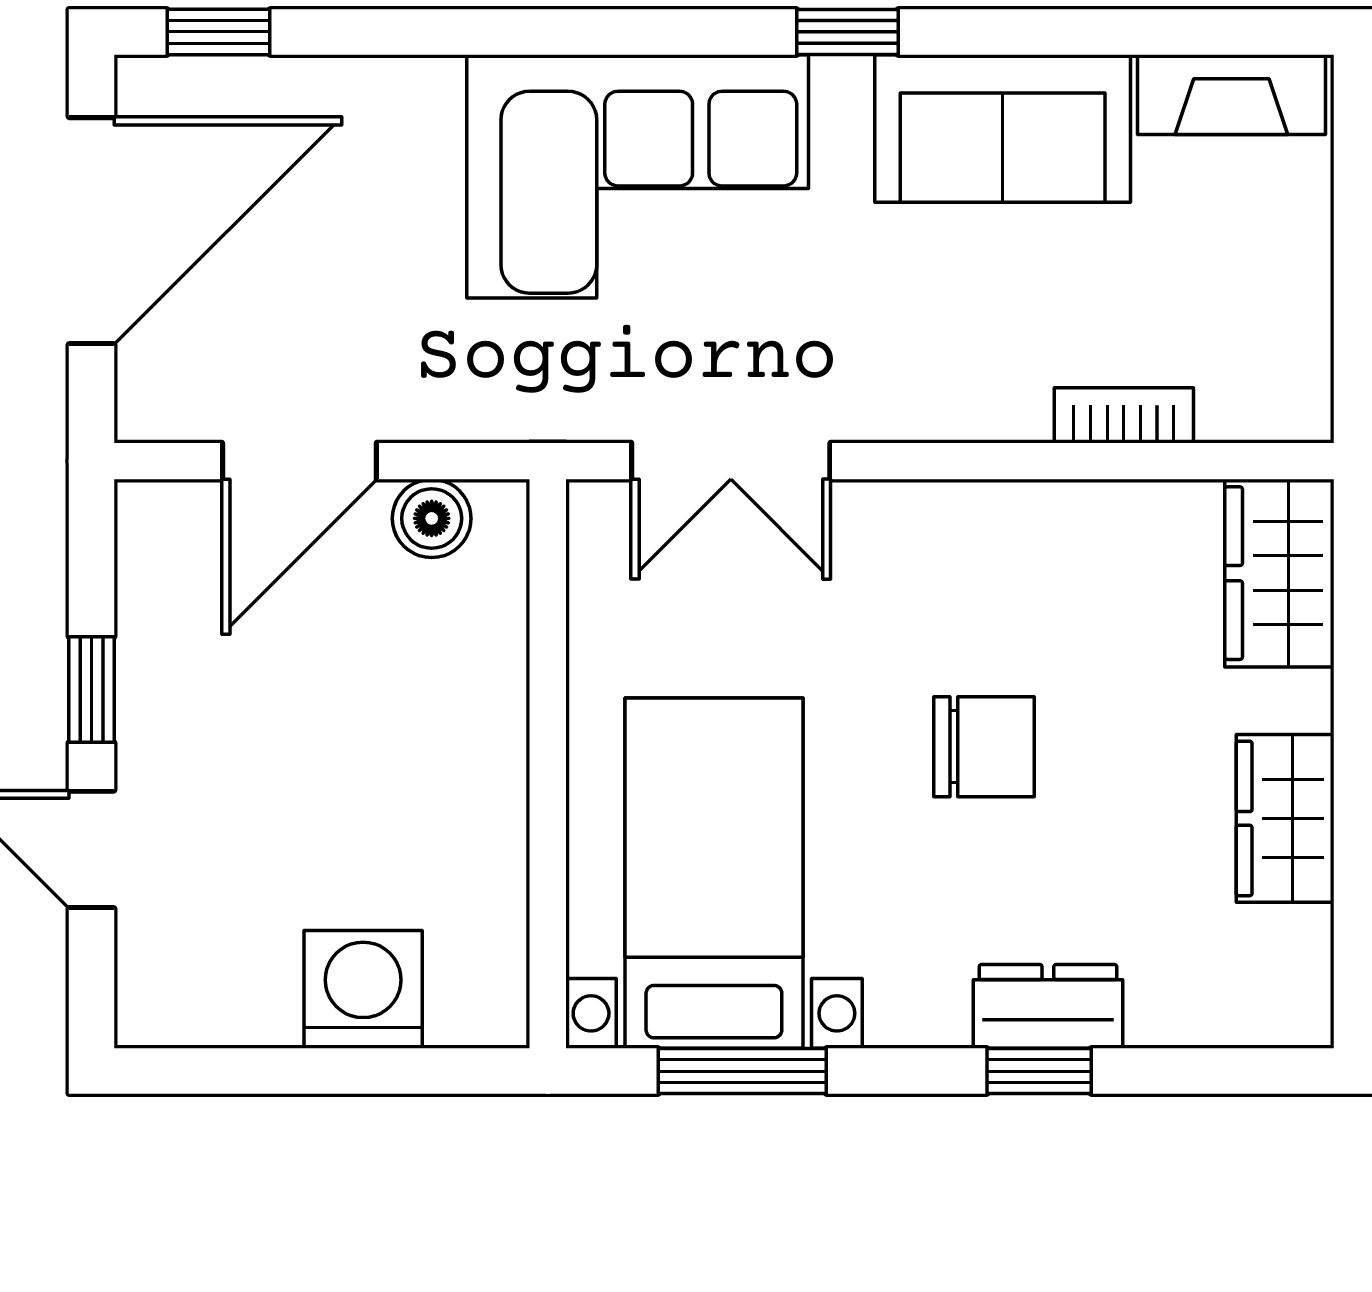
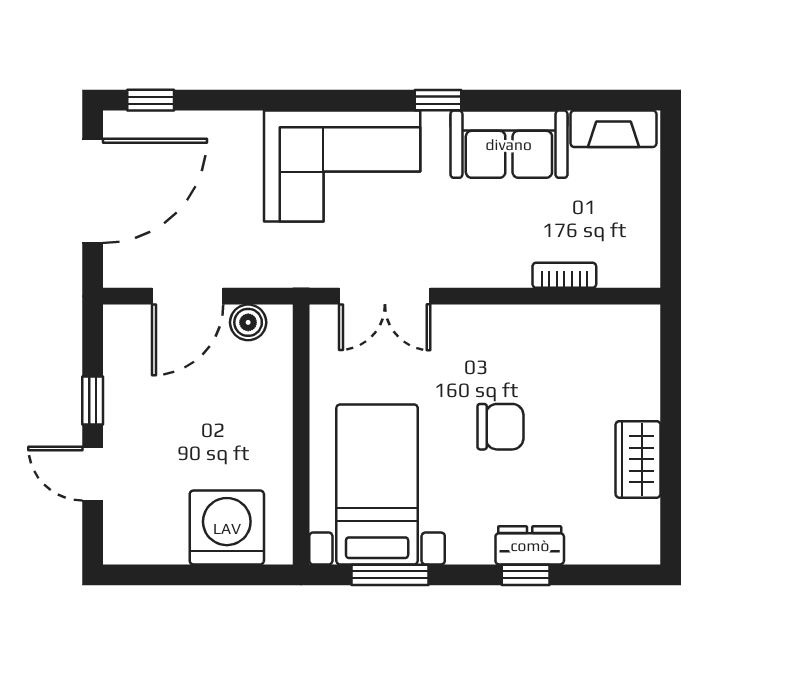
wardrobe: (1279, 573) -> (635, 347), removed
washing machine: (363, 989) -> (227, 528), width x1.37, depth x1.37

